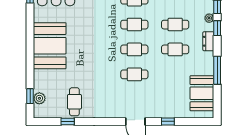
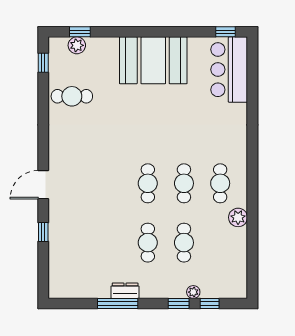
dresser: (208, 41) -> (125, 291), moved
cafe table: (134, 74) -> (112, 183), removed
booth: (202, 93) -> (84, 281), removed
window: (68, 121) -> (43, 63), moved

